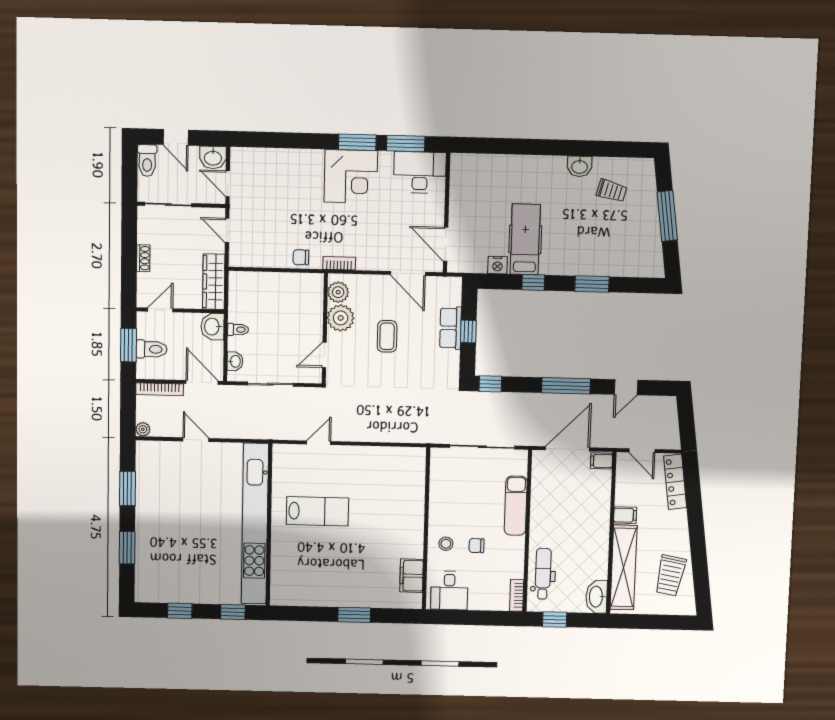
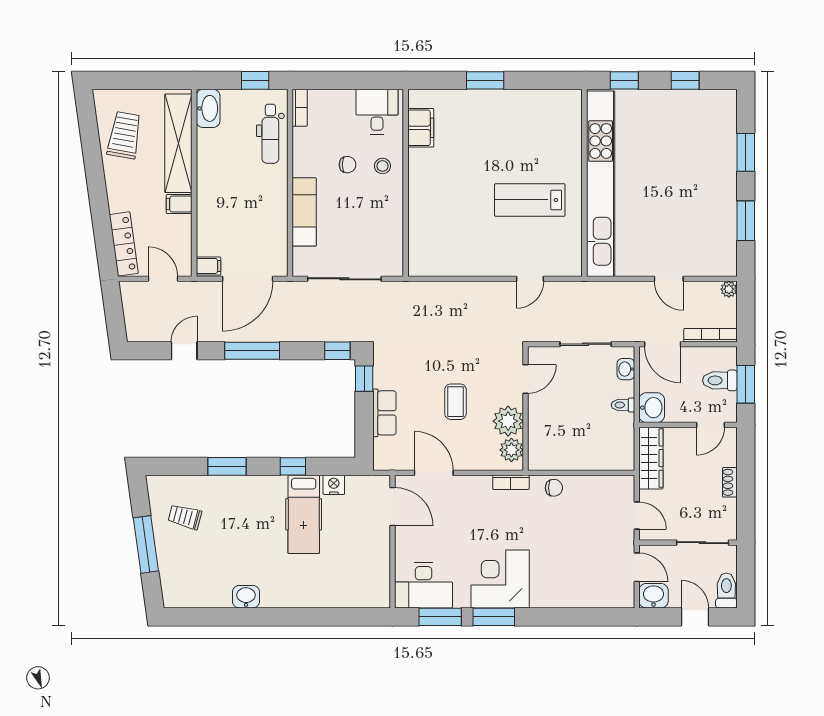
trolley: (612, 191) -> (185, 517), moved
window: (468, 332) -> (364, 379), moved

